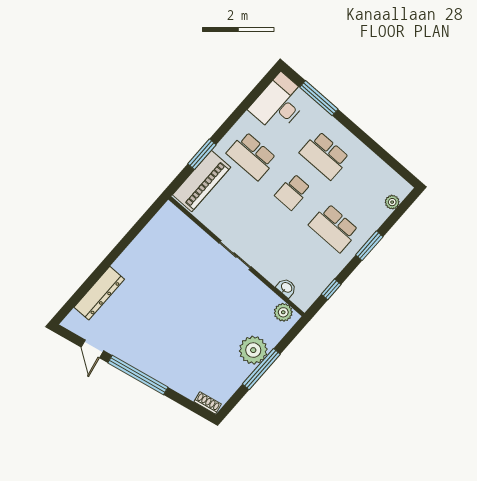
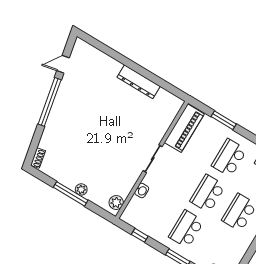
piano: (202, 181) -> (184, 128), moved, turned -90
school desk: (293, 192) -> (208, 193), width x1.85
washbasin: (286, 288) -> (142, 190), moved
dresser: (99, 293) -> (139, 82), moved
plant: (253, 350) -> (81, 189), width x0.53, depth x0.53

